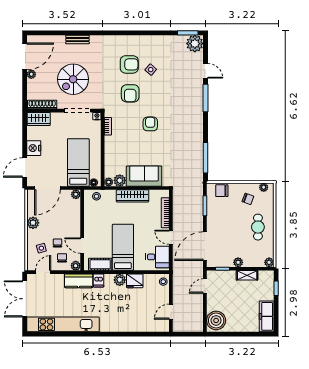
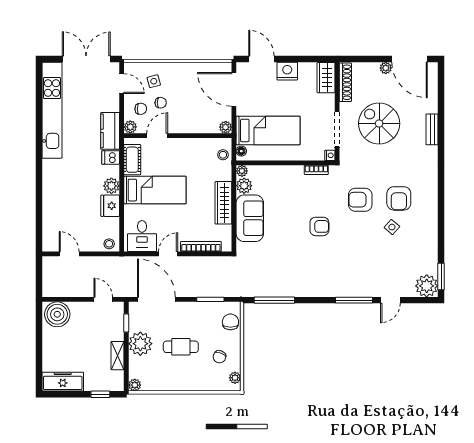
plant: (33, 223) -> (188, 70), removed
cafe table: (258, 227) -> (181, 347), moved
plant: (238, 262) -> (140, 344), width x1.87, depth x1.87

